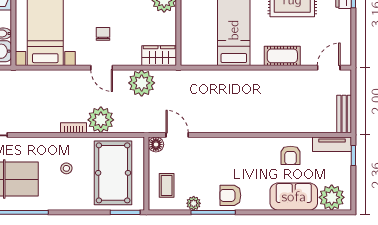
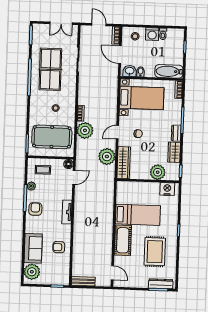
wardrobe: (159, 56) -> (124, 163), width x1.50
cot: (282, 56) -> (123, 240), width x1.37, depth x1.34
tv unit: (332, 144) -> (67, 212), moved

